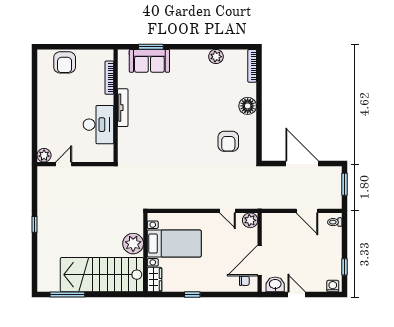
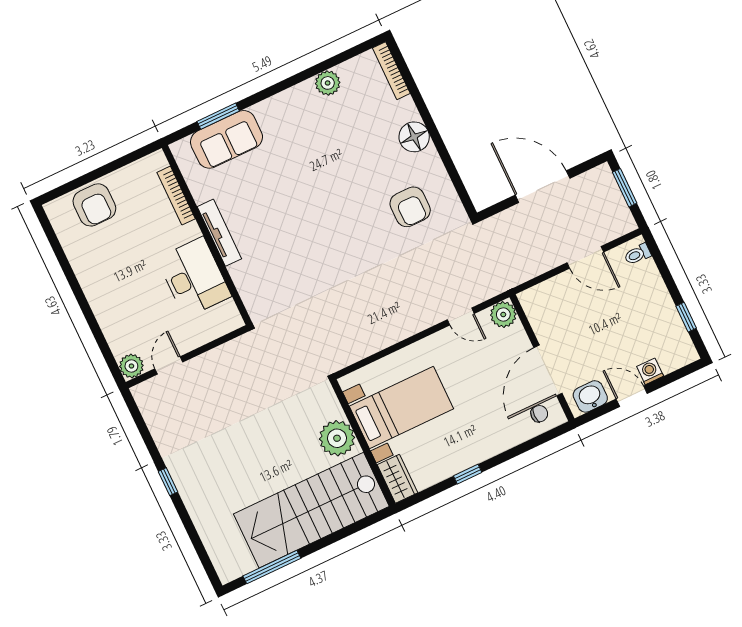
washing machine: (333, 286) -> (650, 371), moved

